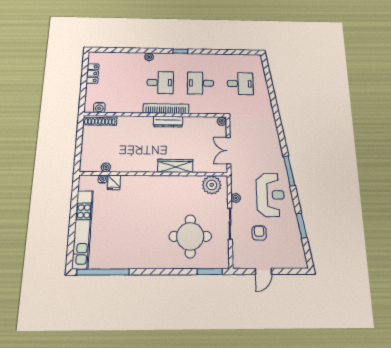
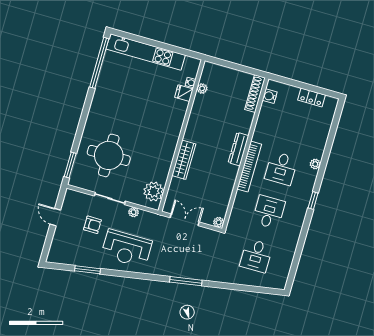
dresser: (168, 122) -> (238, 149), moved
window: (289, 171) -> (186, 281), moved

